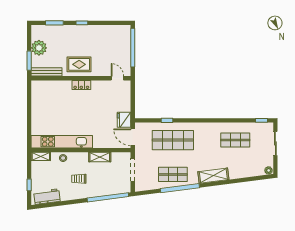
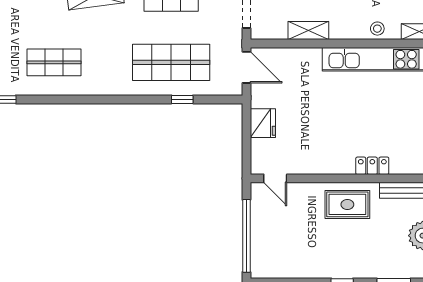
locker: (81, 85) -> (372, 166), moved
fridge: (124, 120) -> (263, 123), moved

